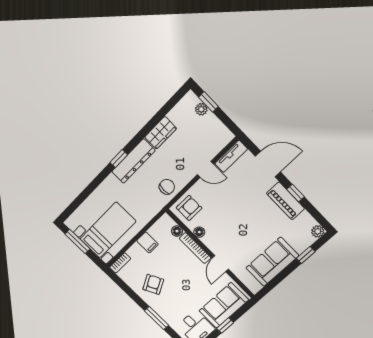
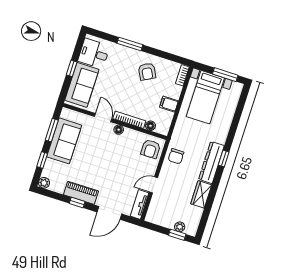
floor lamp: (199, 232) -> (119, 130), moved
window: (278, 279) -> (52, 130), added

